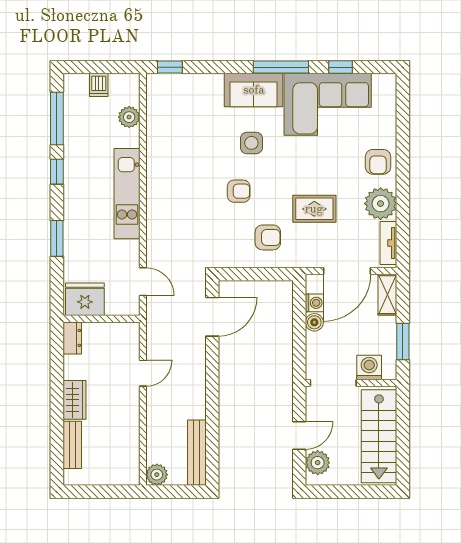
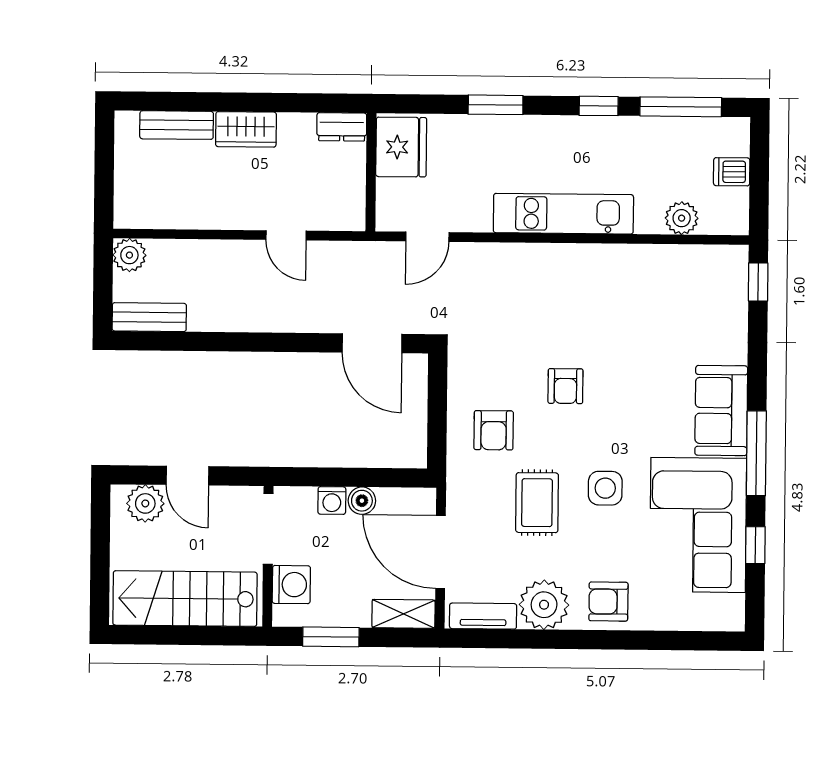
side table: (251, 143) -> (605, 488), moved
washing machine: (314, 303) -> (332, 500), moved
bench: (197, 453) -> (149, 317), width x0.73

